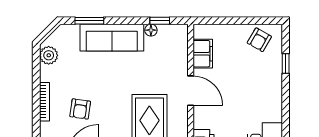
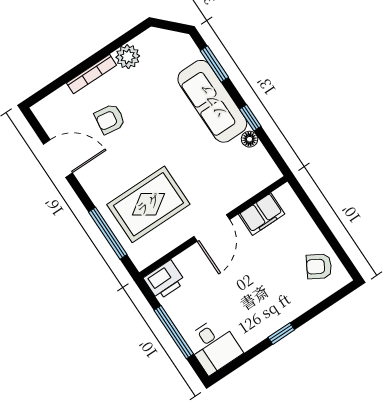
window: (160, 21) -> (250, 118), moved
plant: (49, 55) -> (128, 57), moved
window: (286, 64) -> (281, 334), moved

